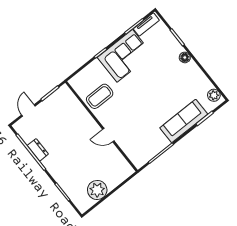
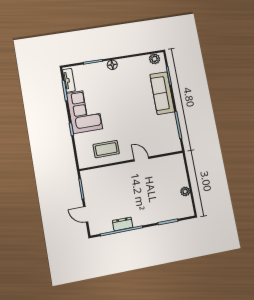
coffee table: (100, 96) -> (106, 149), turned 90
door: (108, 135) -> (141, 159), swing flipped
plant: (97, 190) -> (185, 191), width x0.53, depth x0.53

